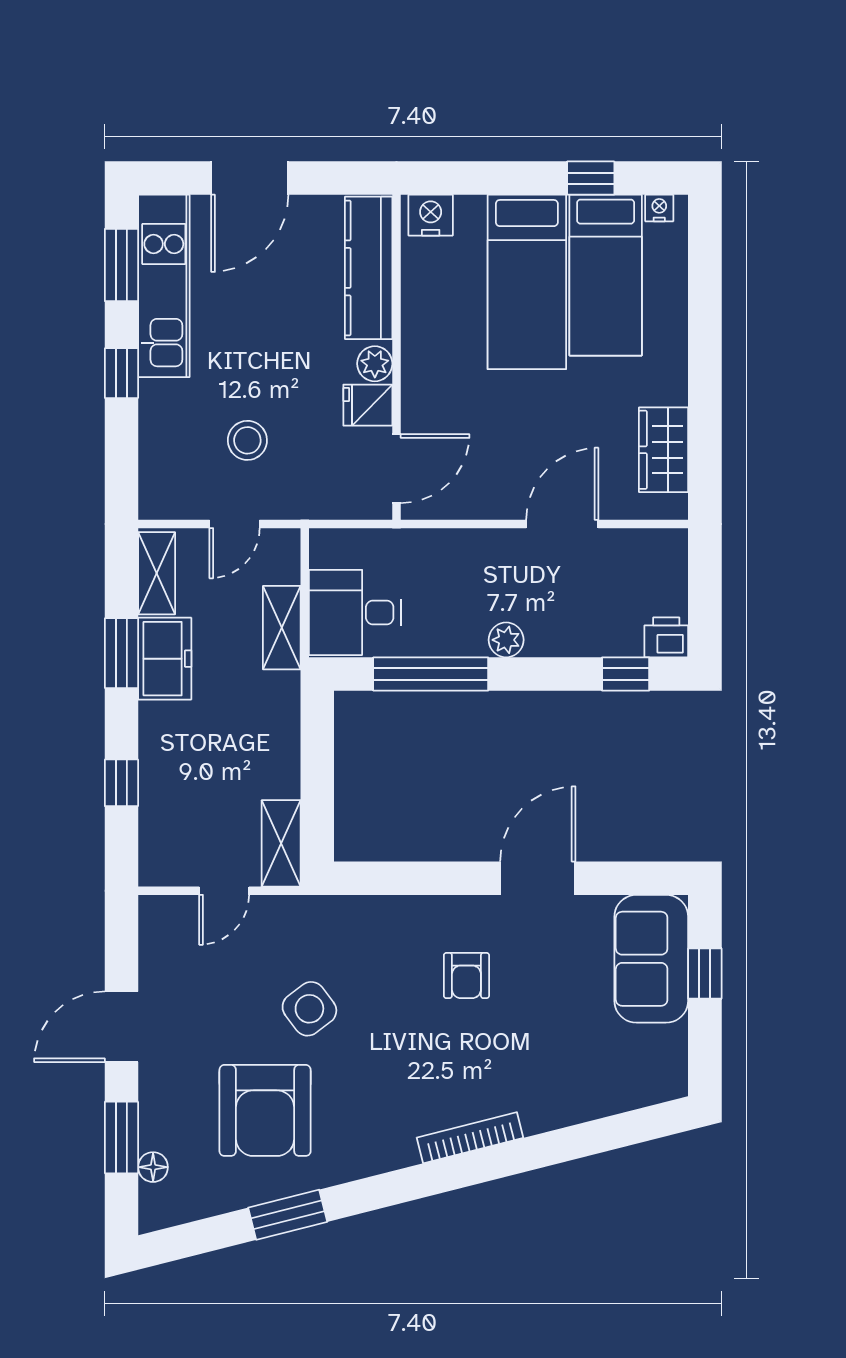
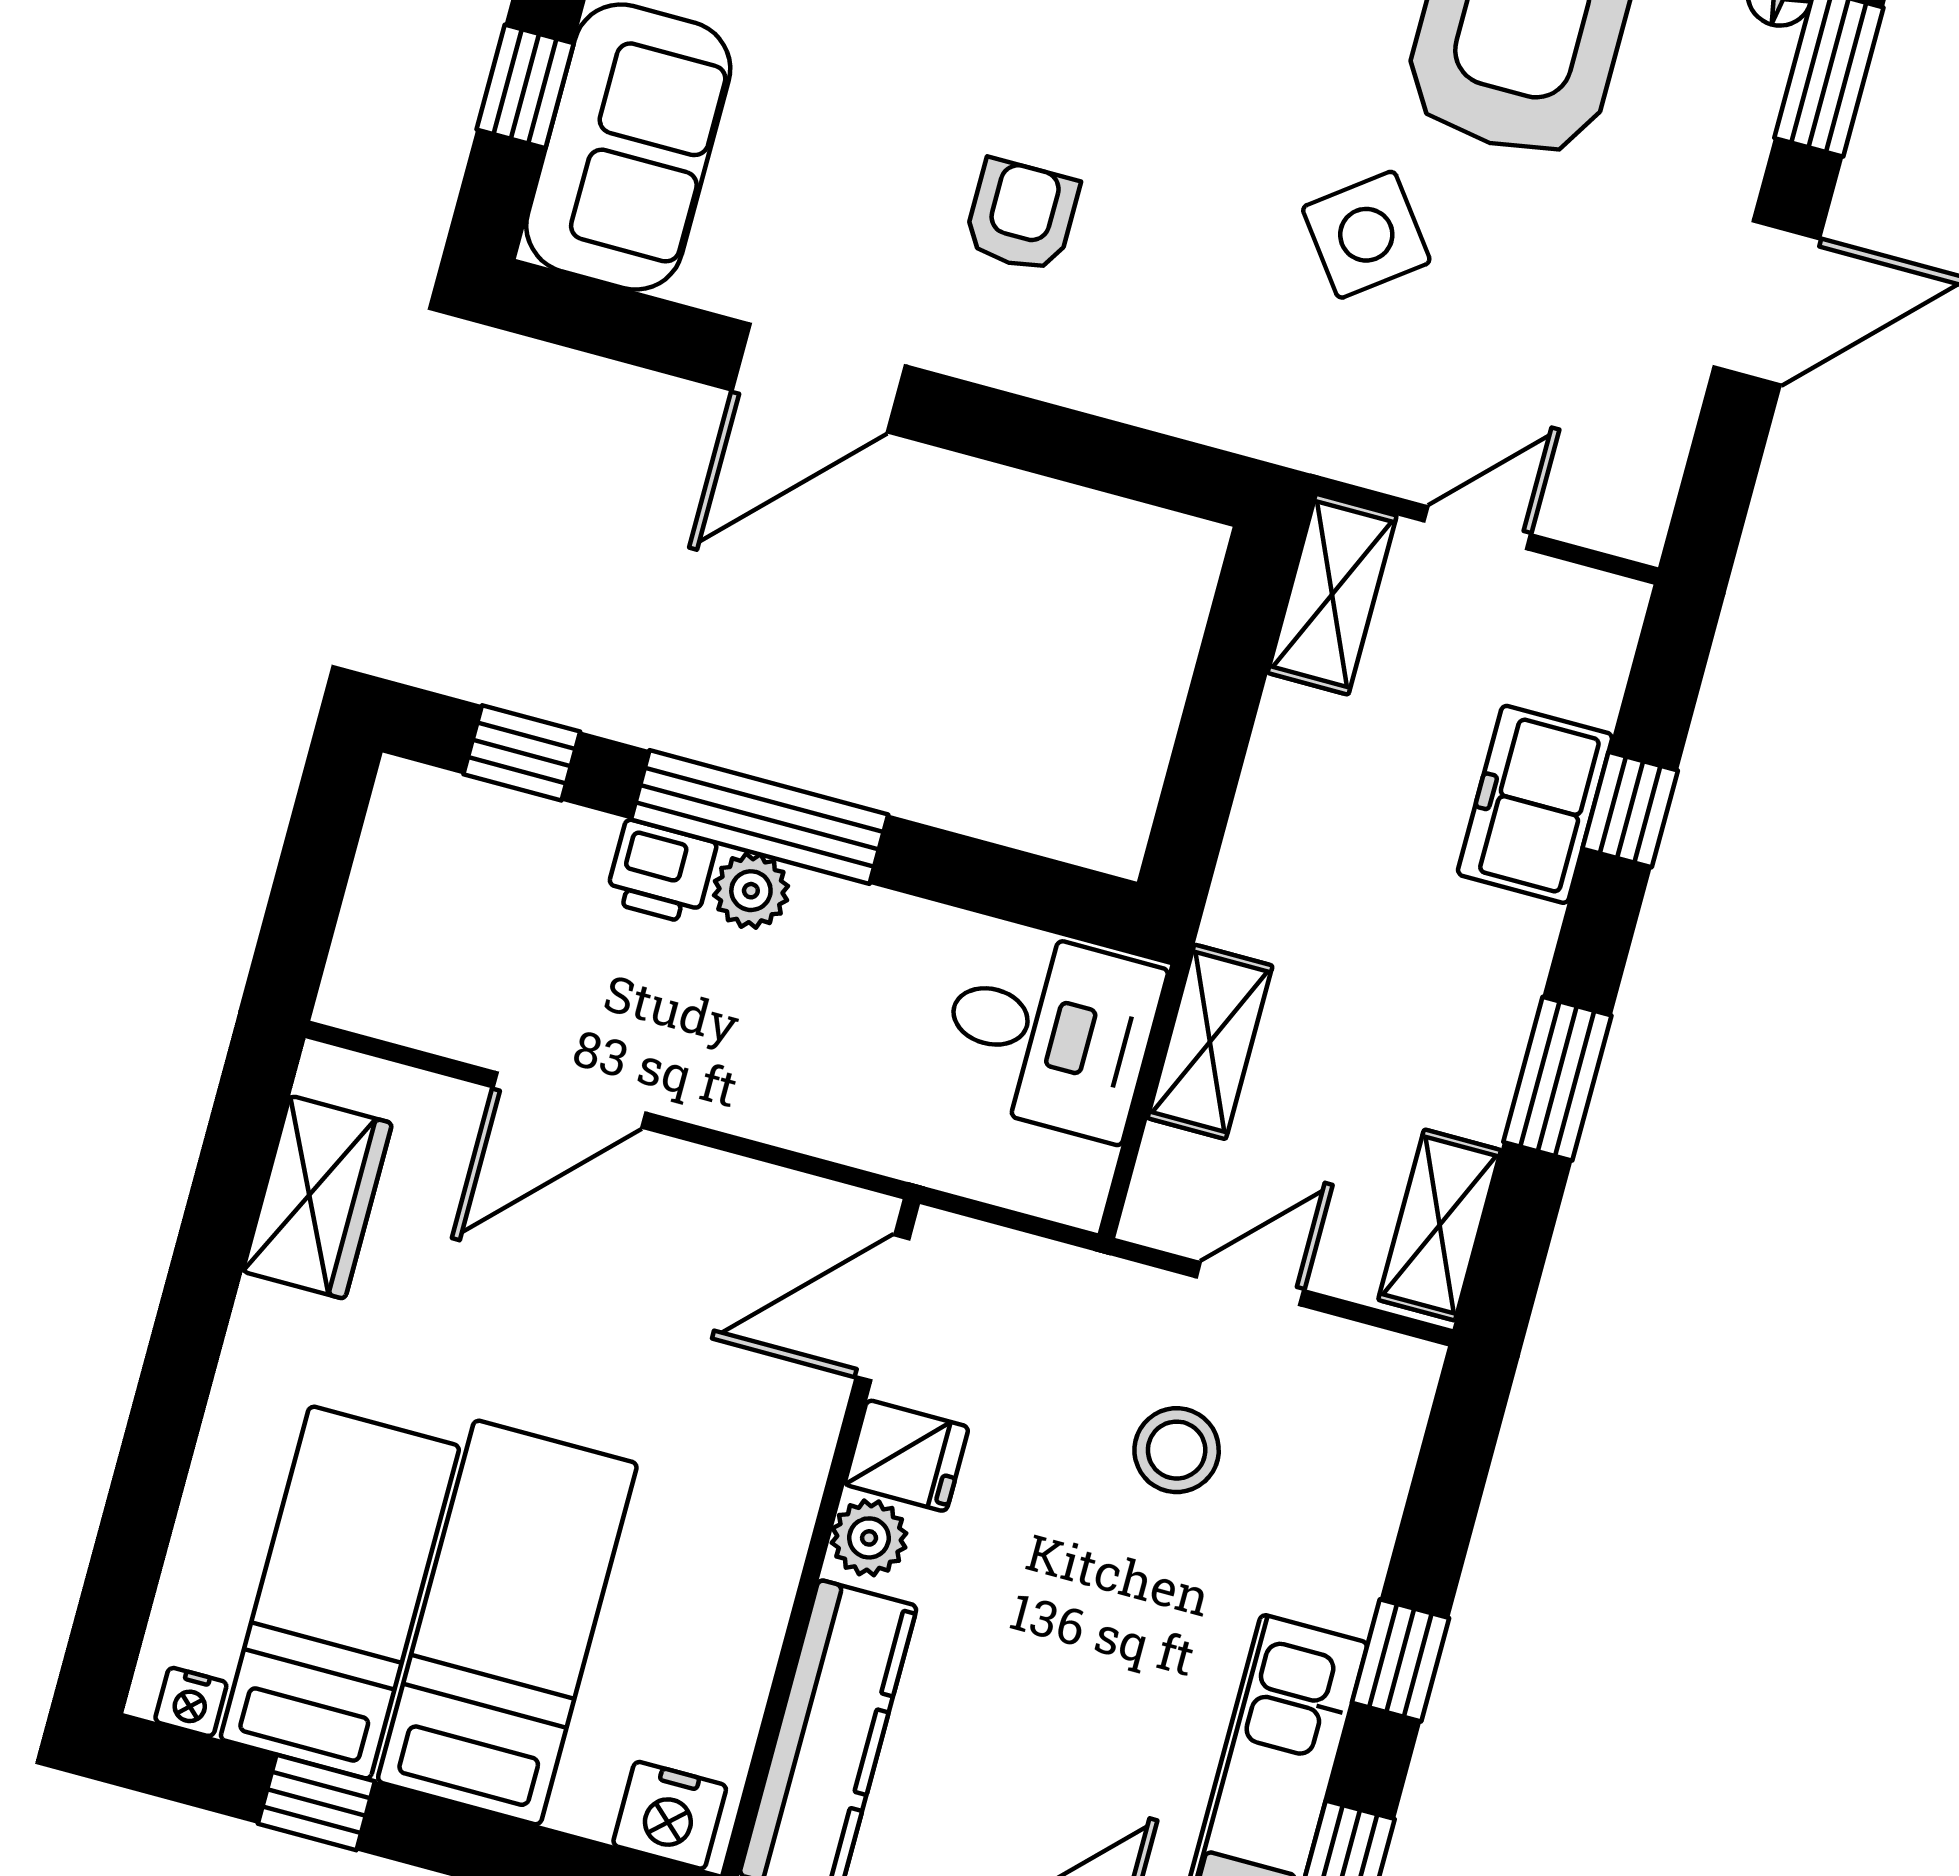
printer: (666, 637) -> (661, 872), moved
freezer: (165, 659) -> (1535, 804), moved
window: (431, 674) -> (760, 817), moved

